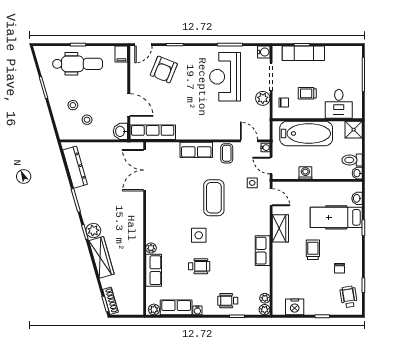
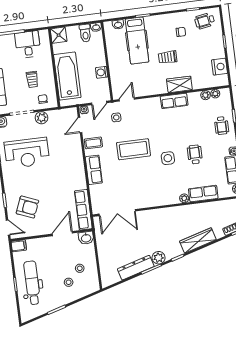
desk: (339, 104) -> (28, 44), moved, turned -90
dresser: (75, 167) -> (136, 268), moved
wardrobe: (280, 228) -> (179, 84), moved
plant: (93, 231) -> (159, 258), moved
plant: (265, 310) -> (205, 95), moved

